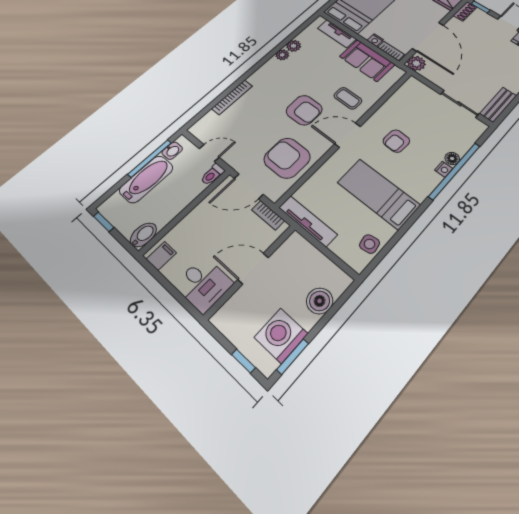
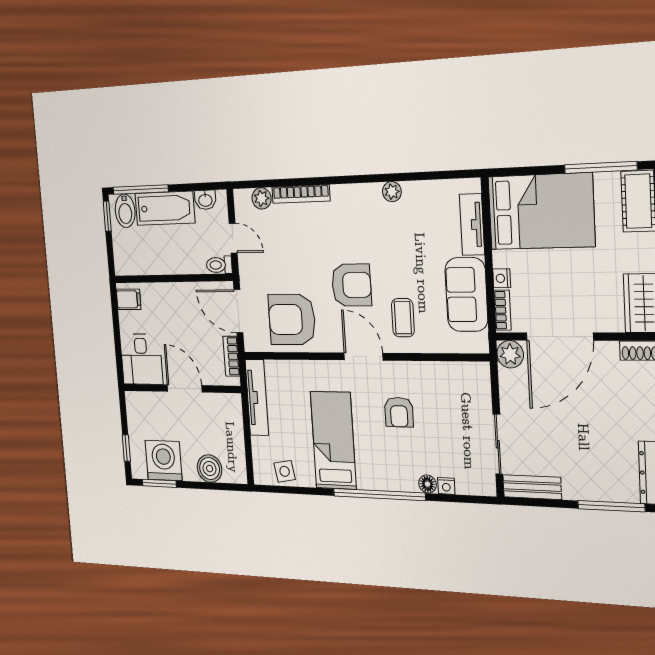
plant: (294, 46) -> (262, 198), moved
armchair: (304, 110) -> (351, 285), turned -89
armchair: (396, 141) -> (399, 412), turned -92
armchair: (287, 158) -> (292, 319), turned -90
window: (150, 159) -> (141, 190), moved
nightstand: (444, 169) -> (446, 486), moved
window: (455, 171) -> (379, 494), moved
bidet: (143, 235) -> (125, 211), moved, turned 90

